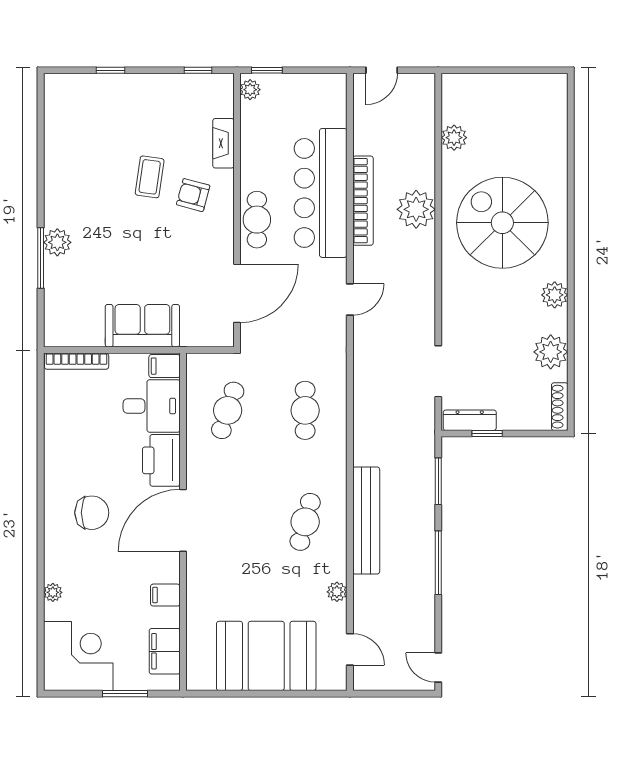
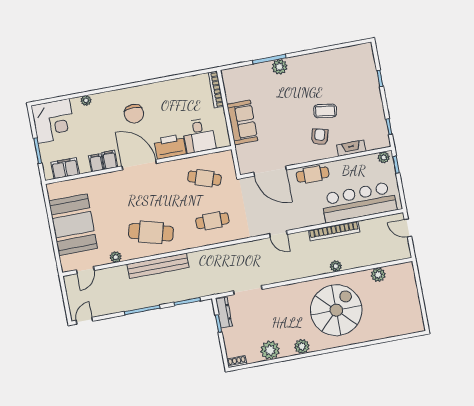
bar counter: (321, 193) -> (359, 202), moved
plant: (416, 209) -> (336, 266), width x0.53, depth x0.53
filing cabinet: (165, 366) -> (110, 160), moved
shoe rack: (560, 407) -> (237, 362), width x0.70
cafe table: (305, 522) -> (151, 232), width x1.37, depth x1.35

